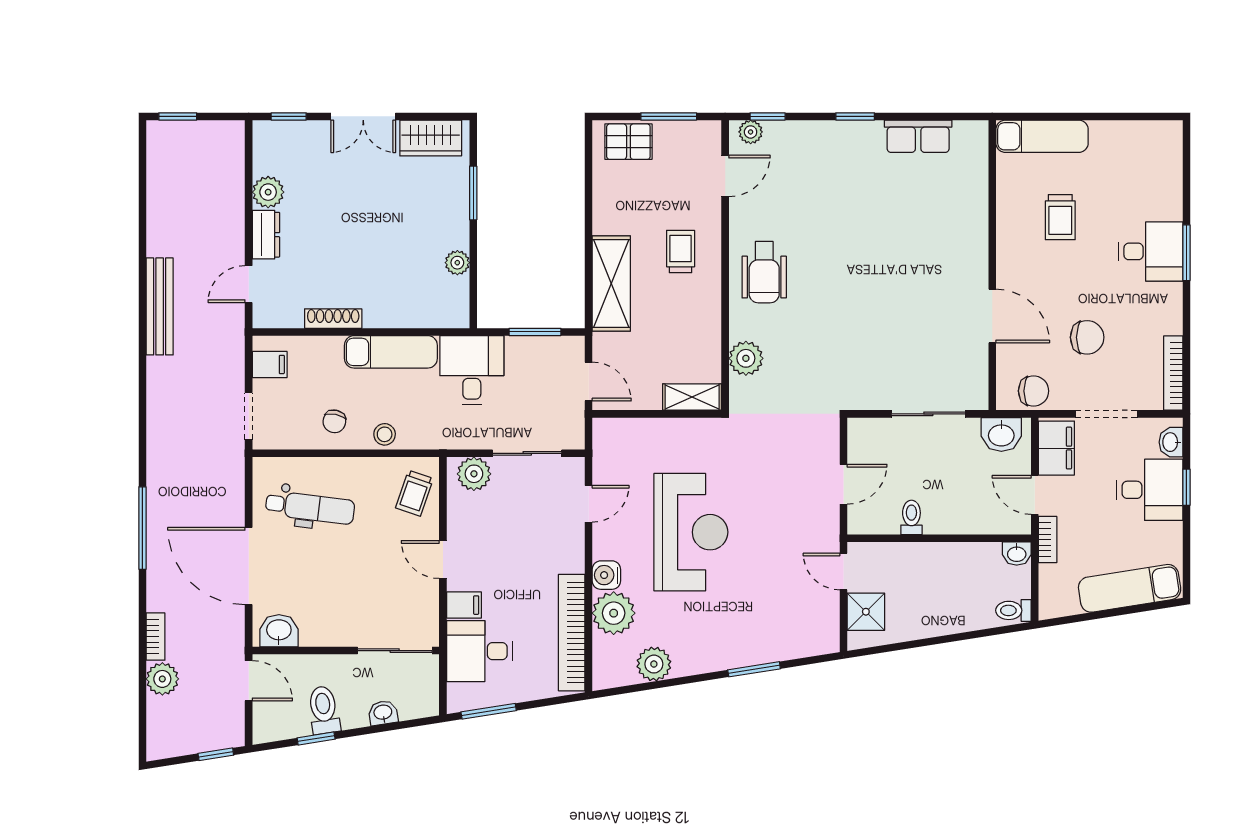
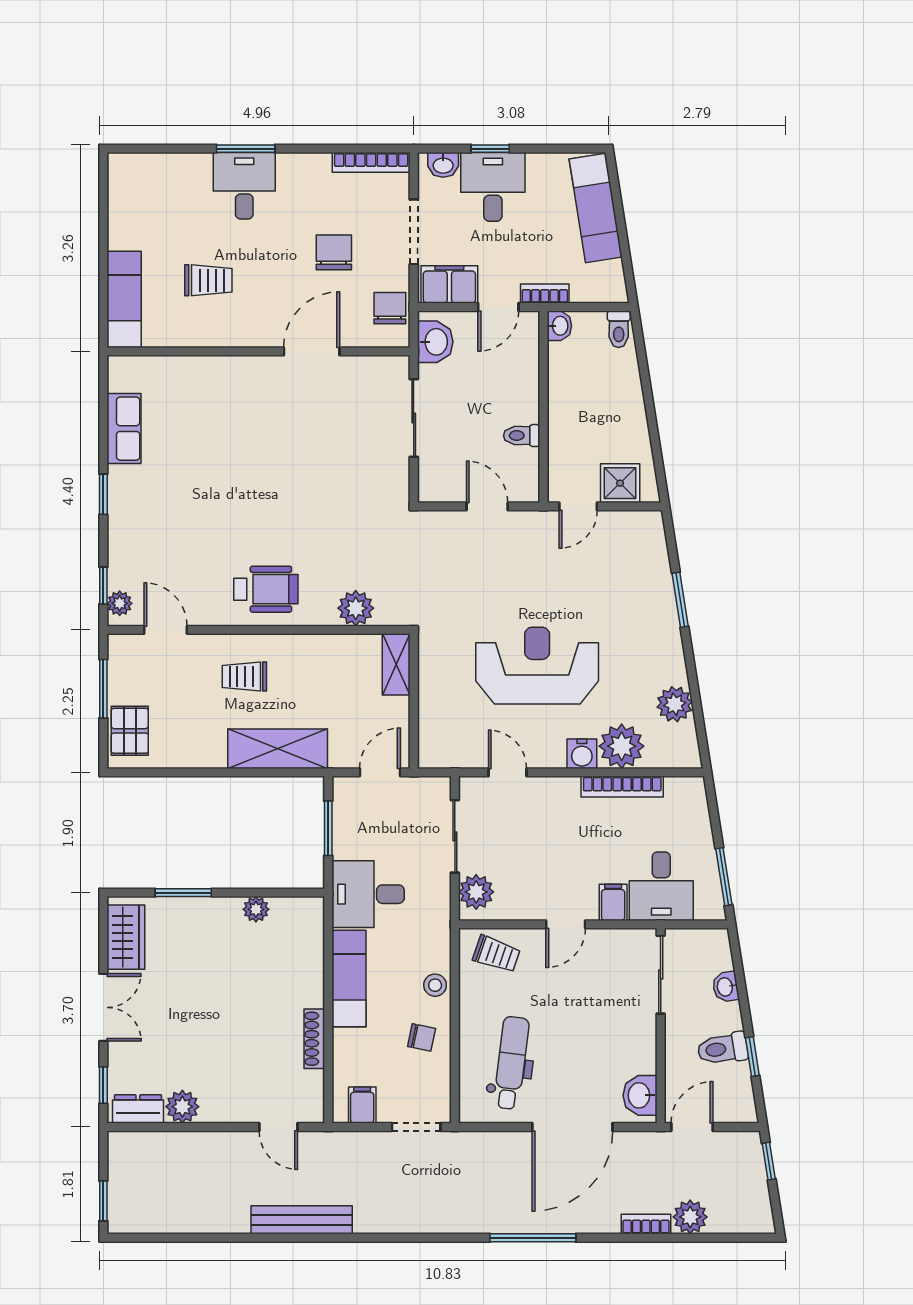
dresser: (266, 235) -> (138, 1109), moved
bookcase: (572, 633) -> (622, 787), width x0.68, depth x0.76

